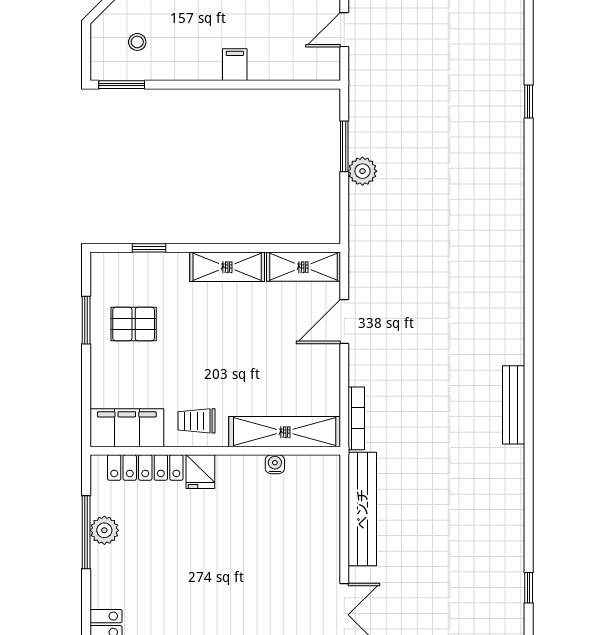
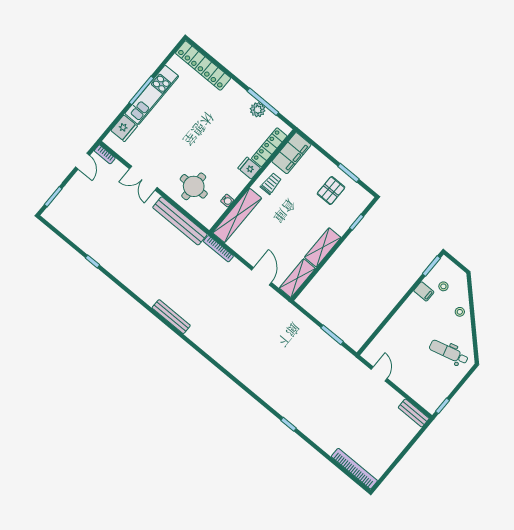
filing cabinet: (235, 65) -> (424, 291), moved
plant: (362, 171) -> (316, 334), removed
round table: (295, 531) -> (194, 186), added

